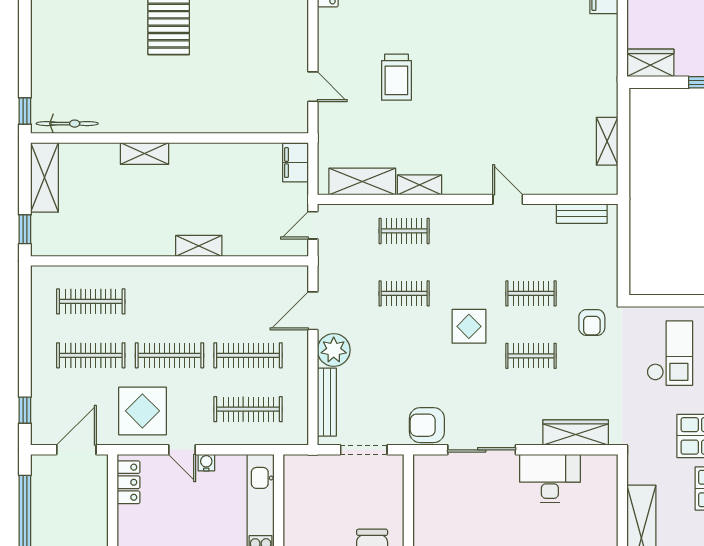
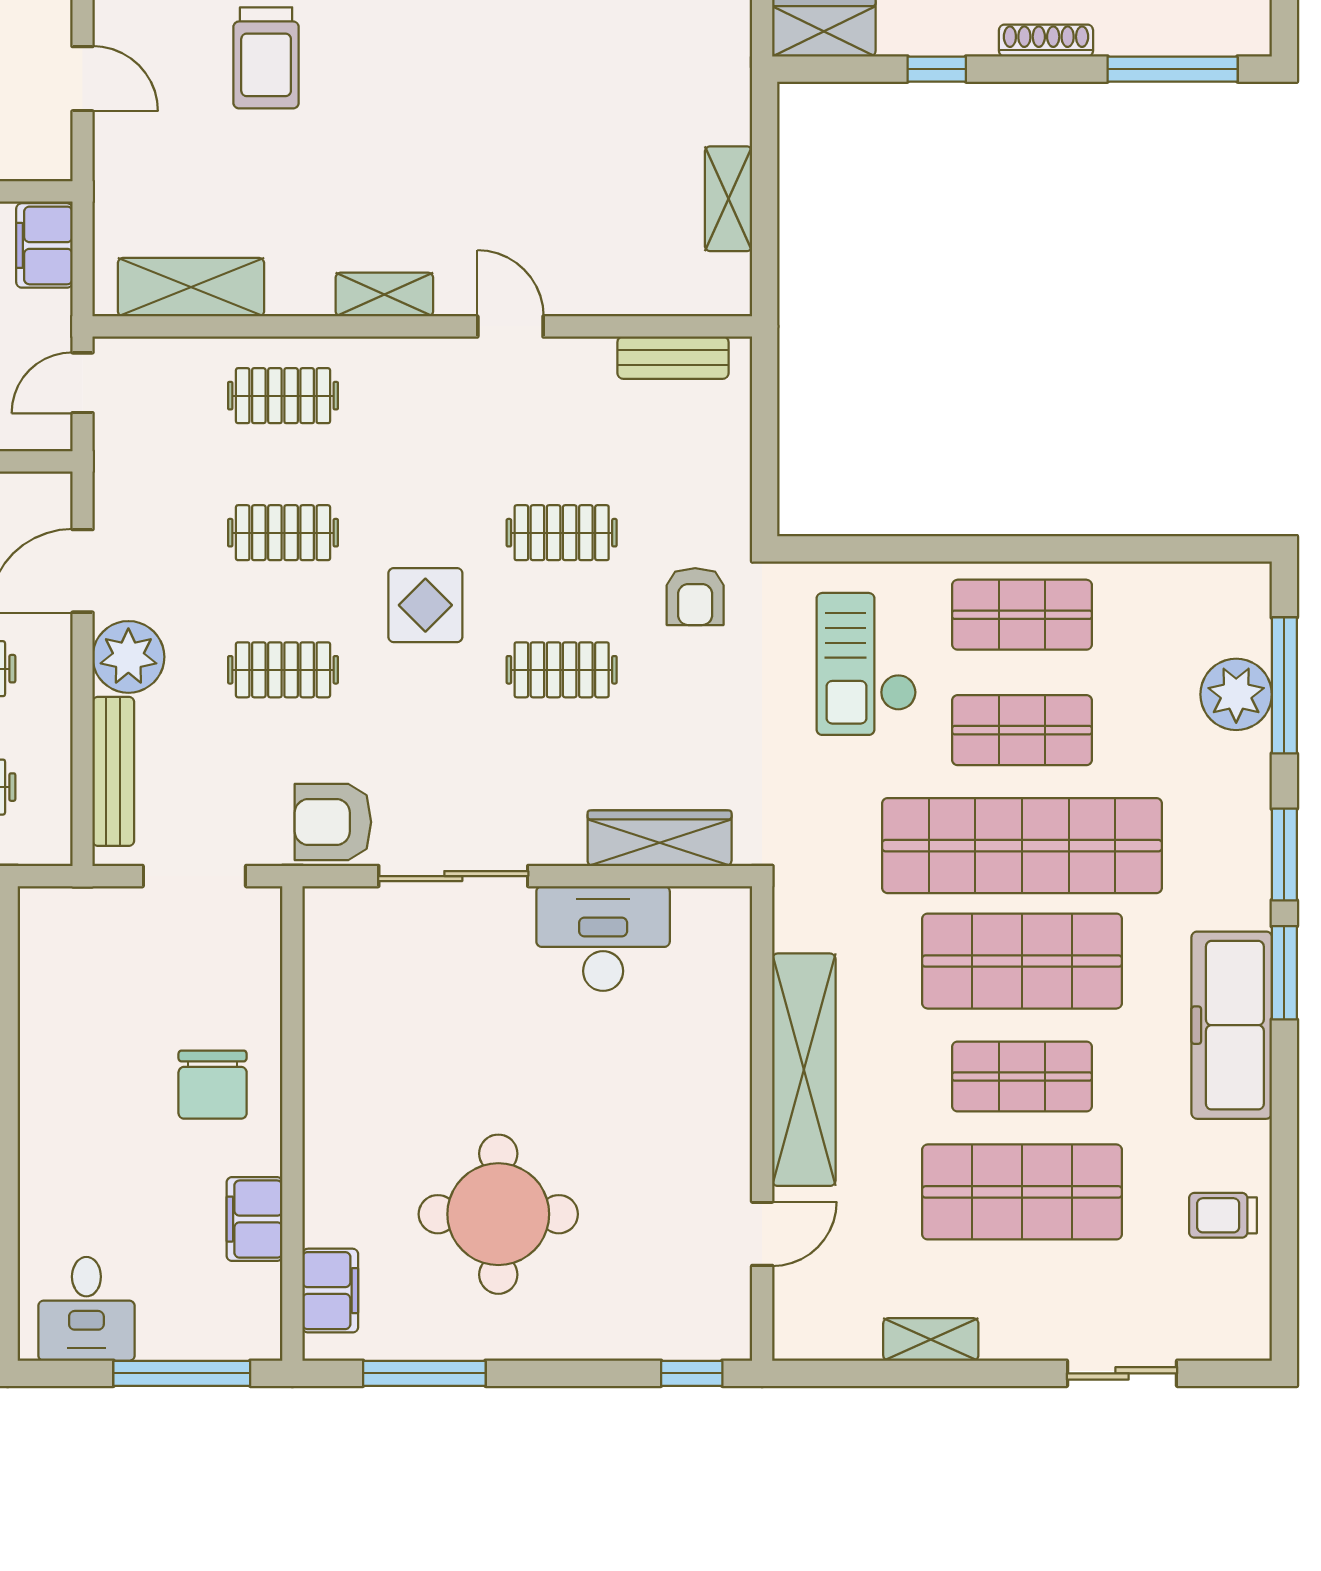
shelving: (420, 185) -> (384, 294), moved
checkout: (670, 353) -> (866, 664), turned 180
clothes rail: (404, 356) -> (283, 670), added

